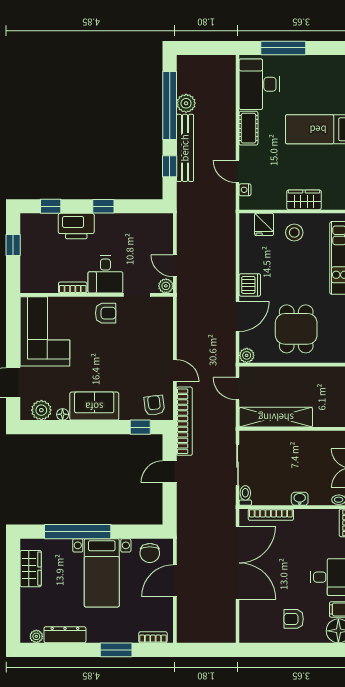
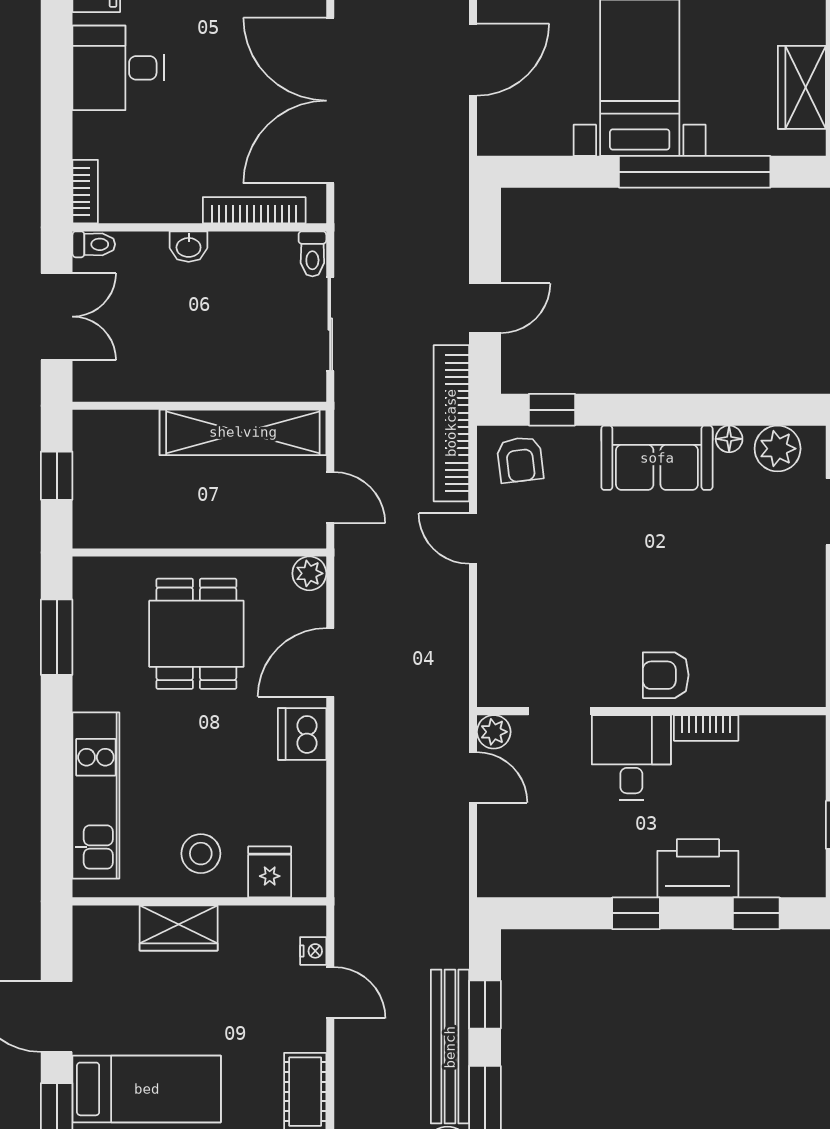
armchair: (106, 313) -> (666, 675), moved
corner sofa: (45, 331) -> (769, 628), removed
chair: (150, 553) -> (530, 123), removed

